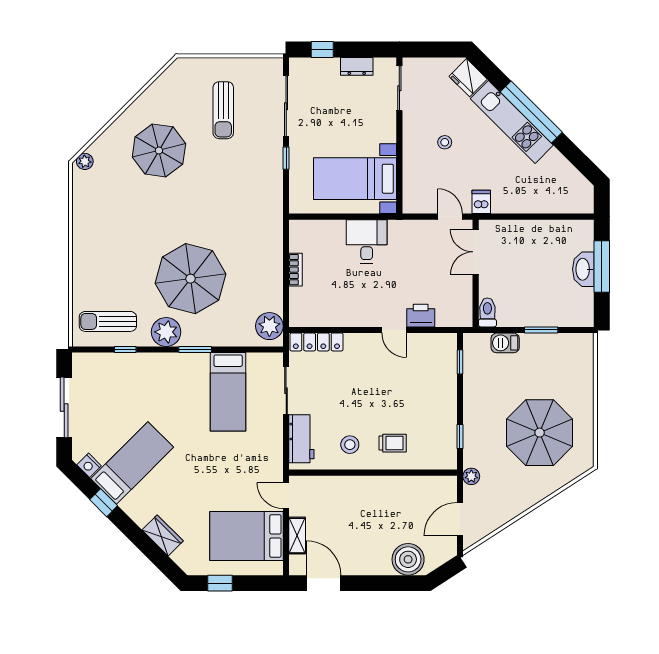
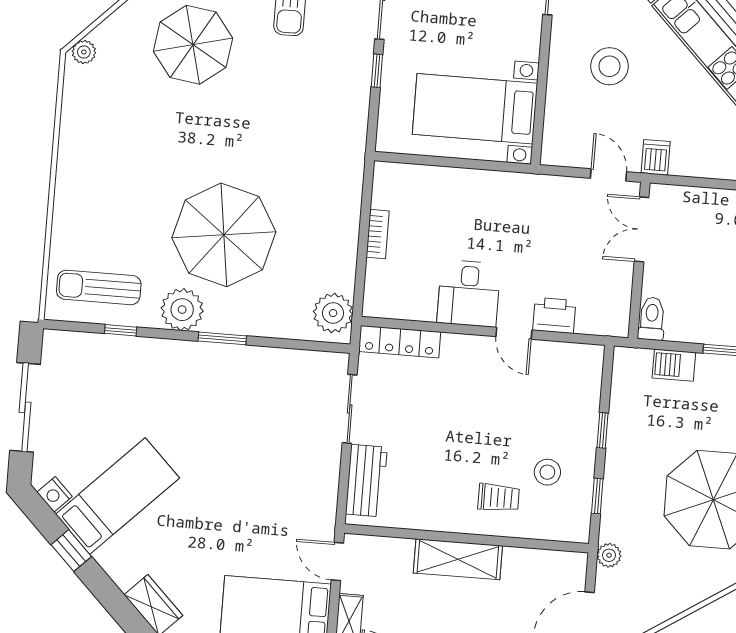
stool: (445, 142) -> (609, 66), width x1.89, depth x1.89
desk: (367, 241) -> (469, 293), moved, turned 180
window: (460, 362) -> (603, 430), moved
bed: (228, 392) -> (265, 404), removed
stool: (350, 445) -> (547, 472), moved
shelving: (368, 487) -> (458, 559), added

